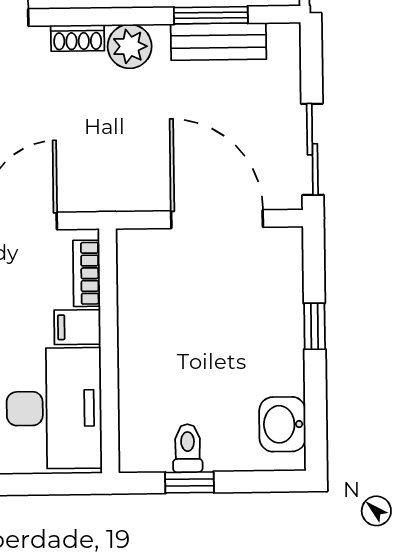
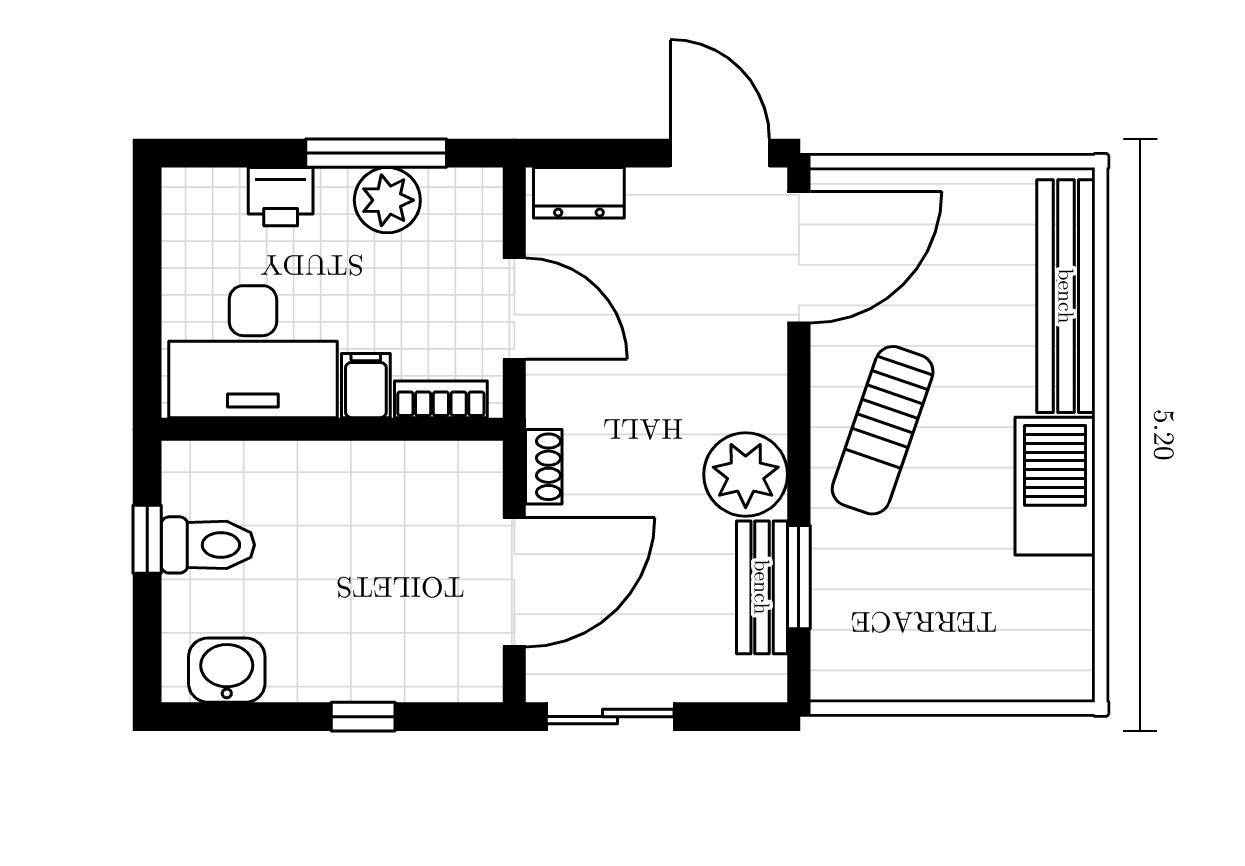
shoe rack: (78, 38) -> (544, 467), moved, turned 180
plant: (130, 46) -> (746, 474), width x1.36, depth x1.36
toilet: (188, 448) -> (208, 545), width x1.37, depth x1.39

